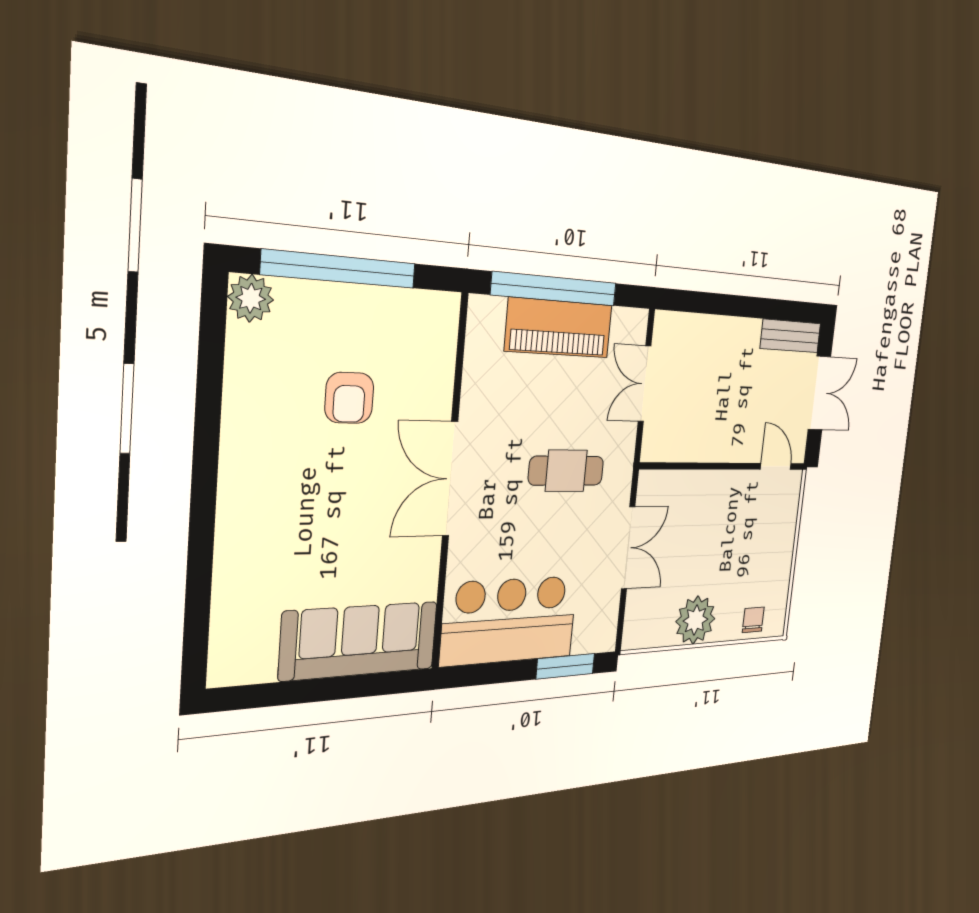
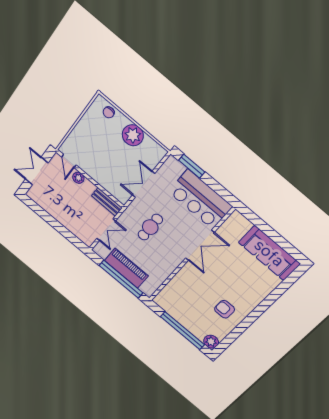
bench: (791, 336) -> (107, 202), moved
armchair: (349, 398) -> (225, 309), moved, turned -90
plant: (745, 449) -> (78, 178), added
cafe table: (566, 471) -> (150, 227), turned 90
double door: (450, 479) -> (200, 245), moved
sofa: (360, 641) -> (269, 253), moved

